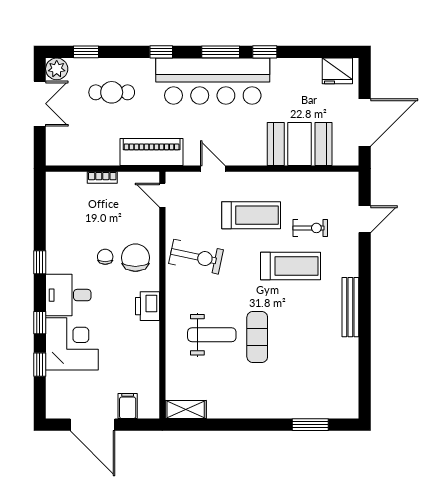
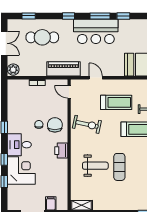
plant: (57, 69) -> (13, 70), moved
bar counter: (213, 81) -> (96, 31), width x0.73
cafe table: (112, 92) -> (42, 37), width x1.37, depth x1.35

